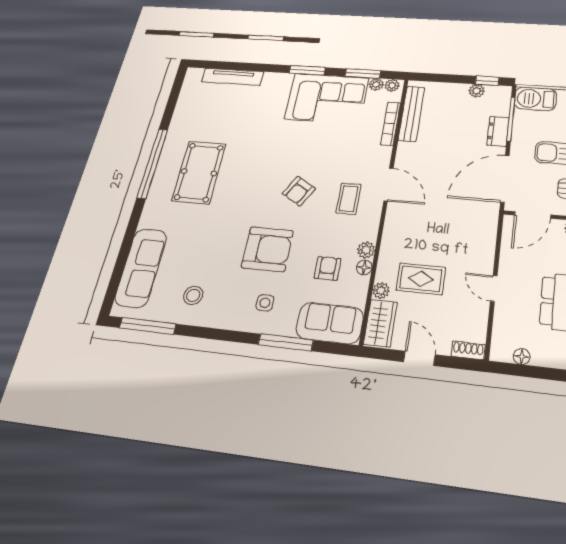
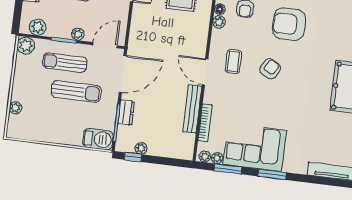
bench: (411, 114) -> (192, 109), moved

